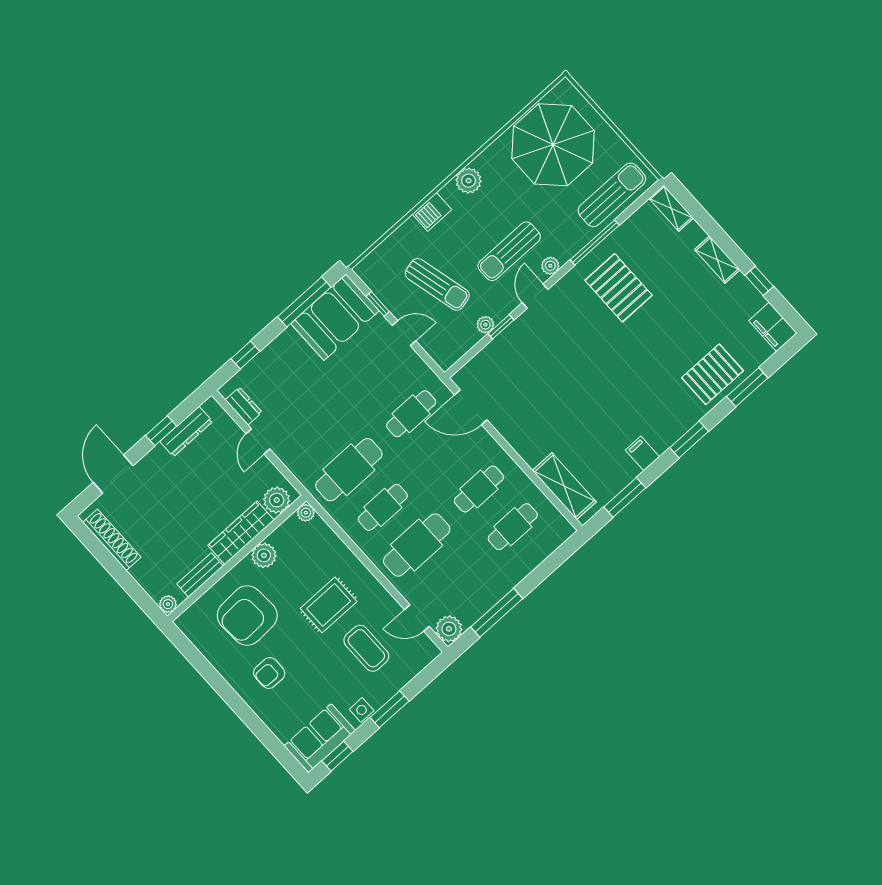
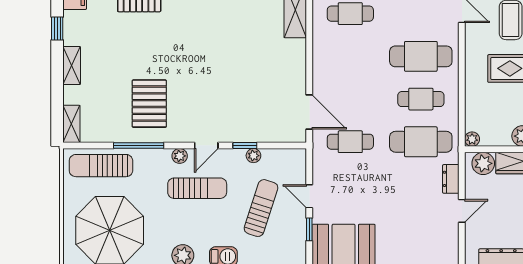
sun lounger: (437, 284) -> (261, 208), turned 32
dresser: (244, 406) -> (451, 179), moved
cafe table: (479, 489) -> (350, 56), removed

